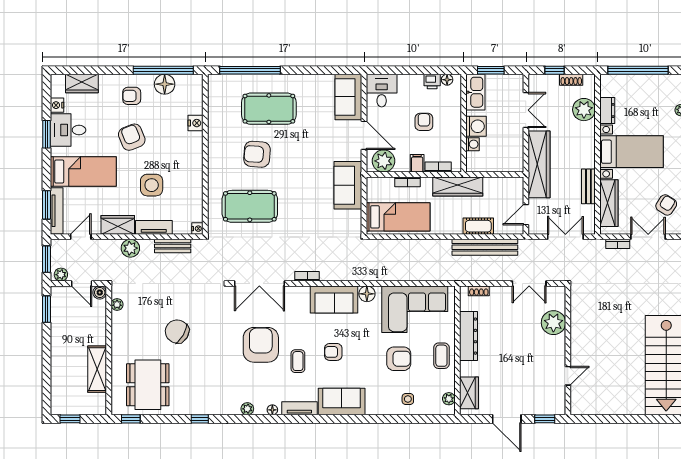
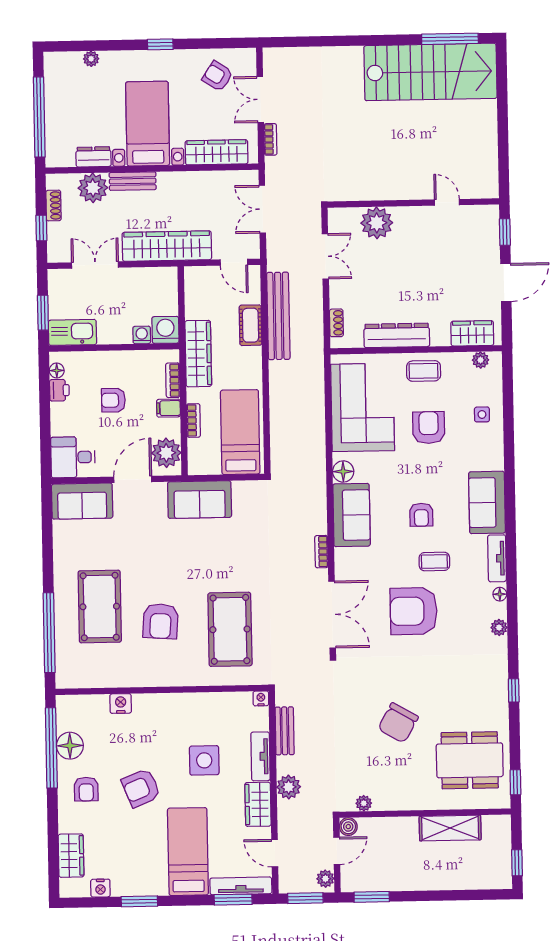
washing machine: (476, 126) -> (165, 330), moved
desk: (68, 130) -> (133, 873), removed
bench: (588, 186) -> (133, 181), moved

